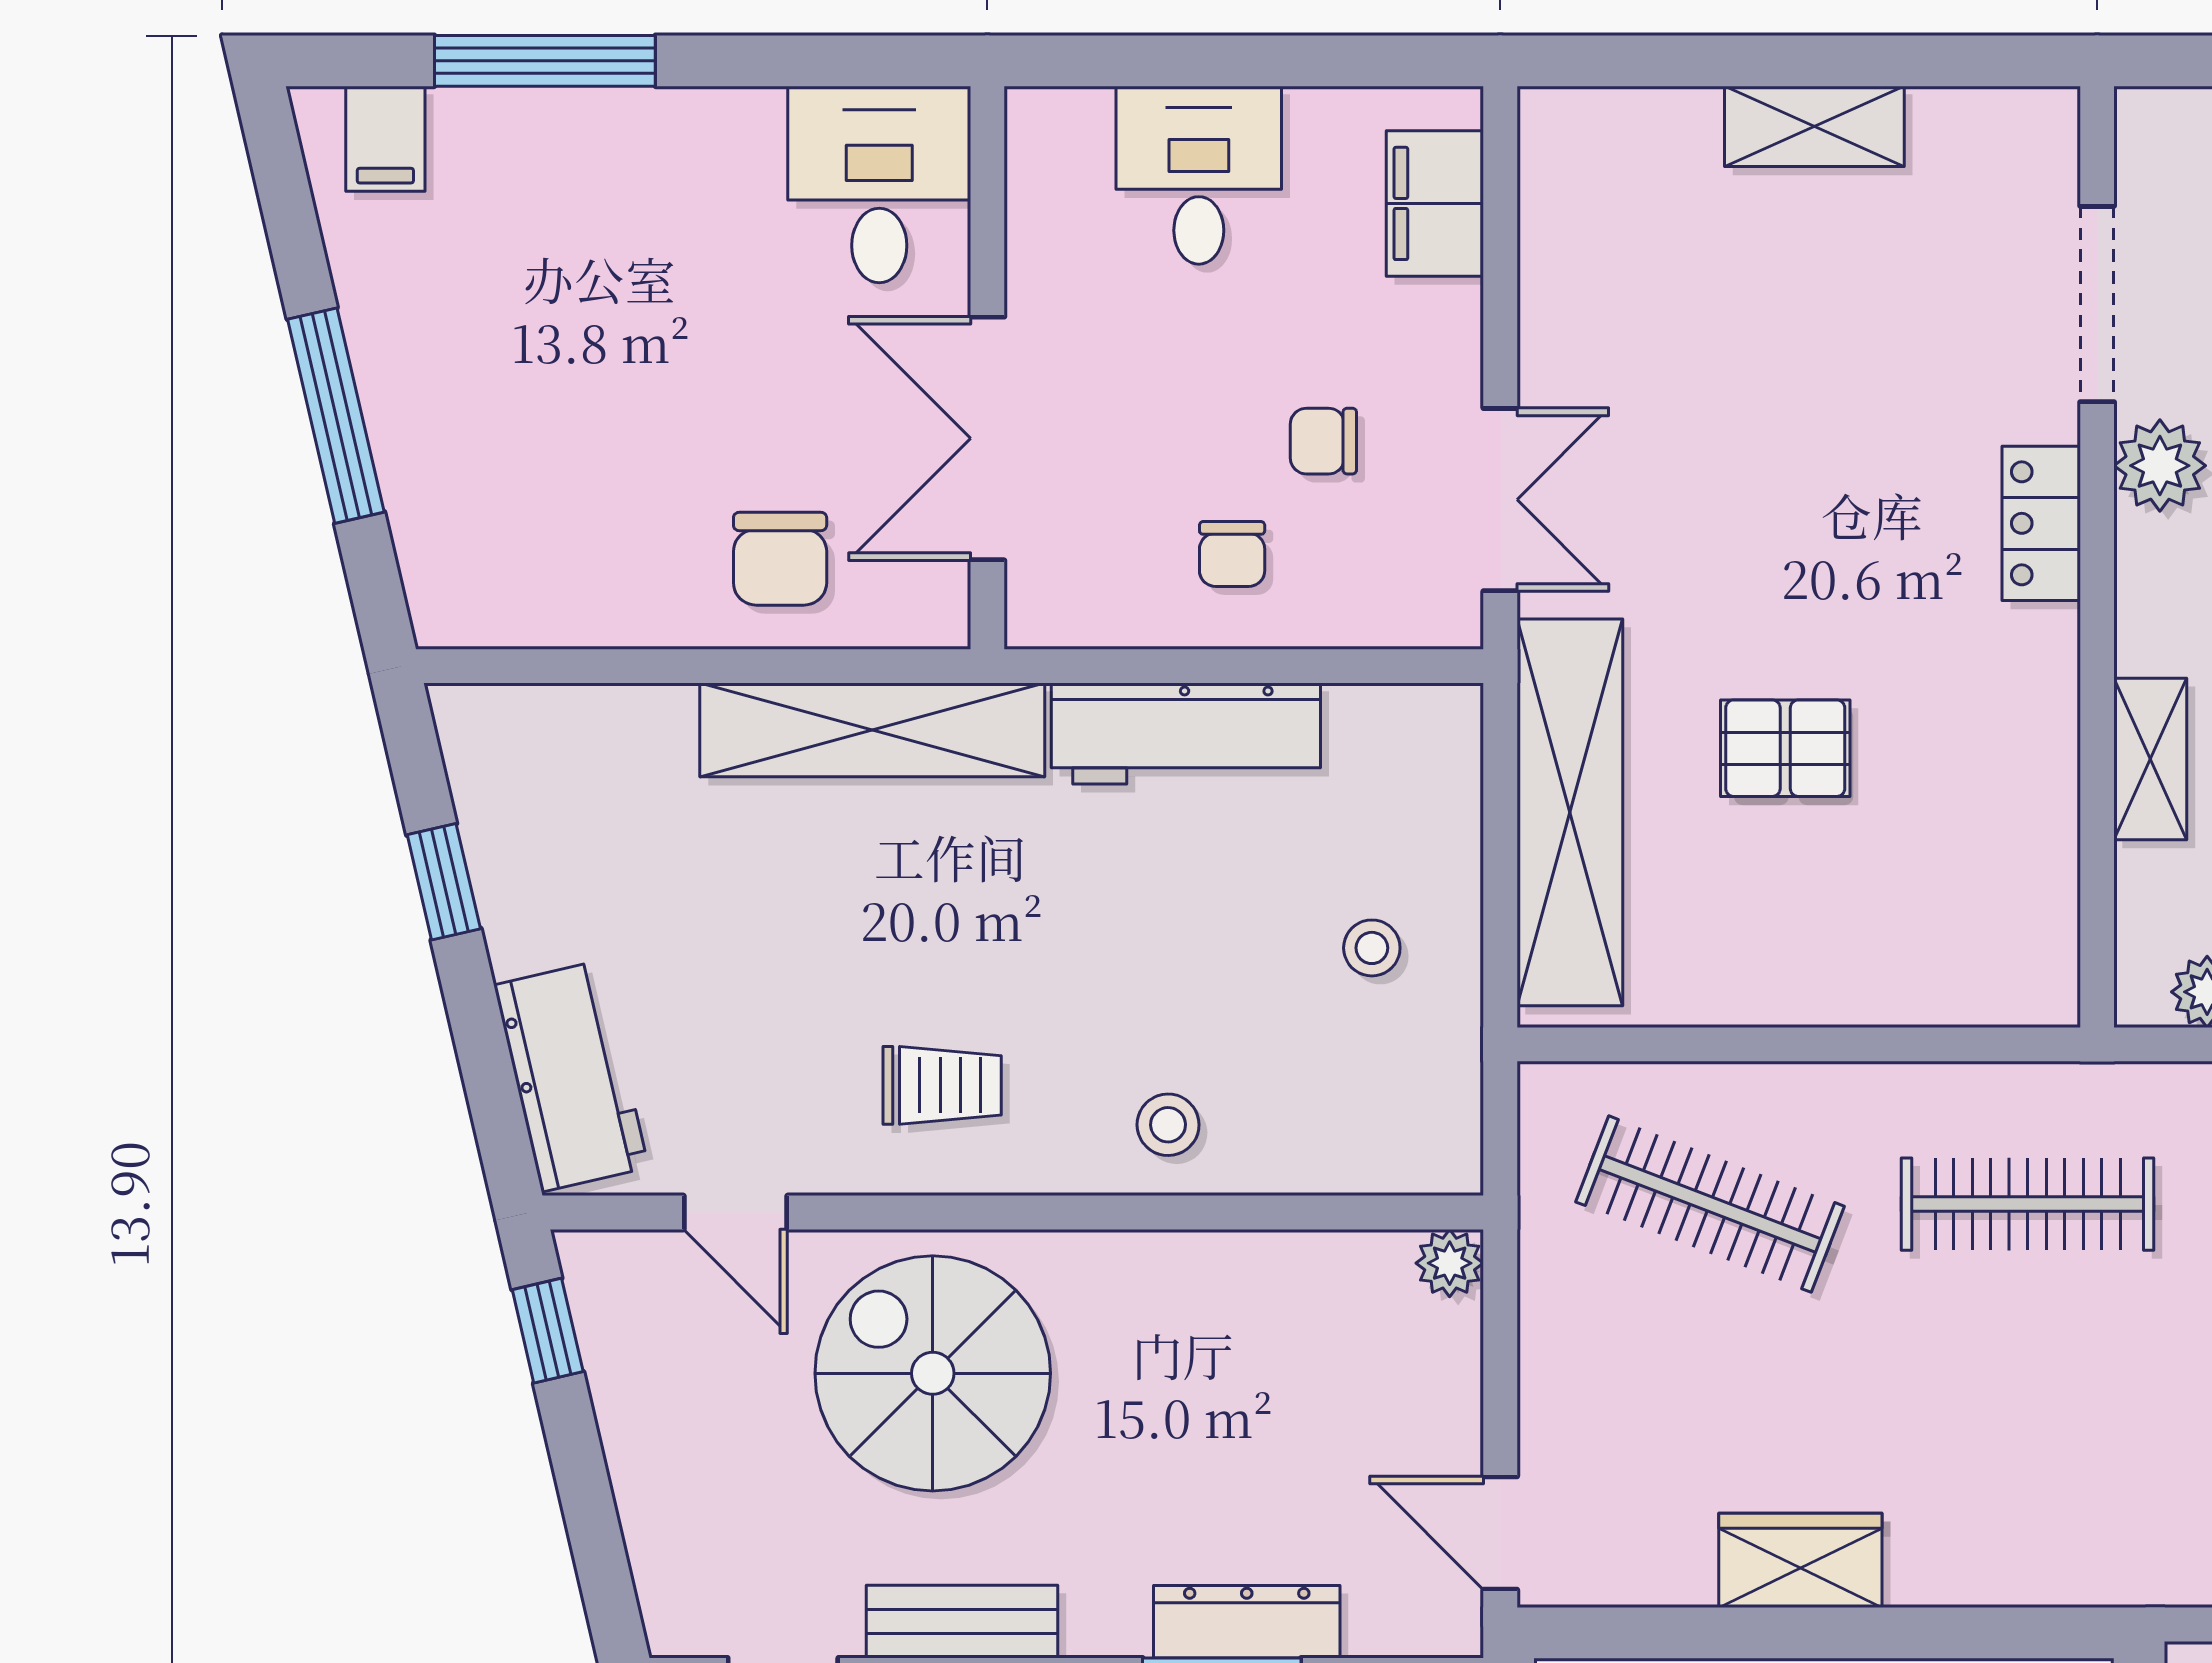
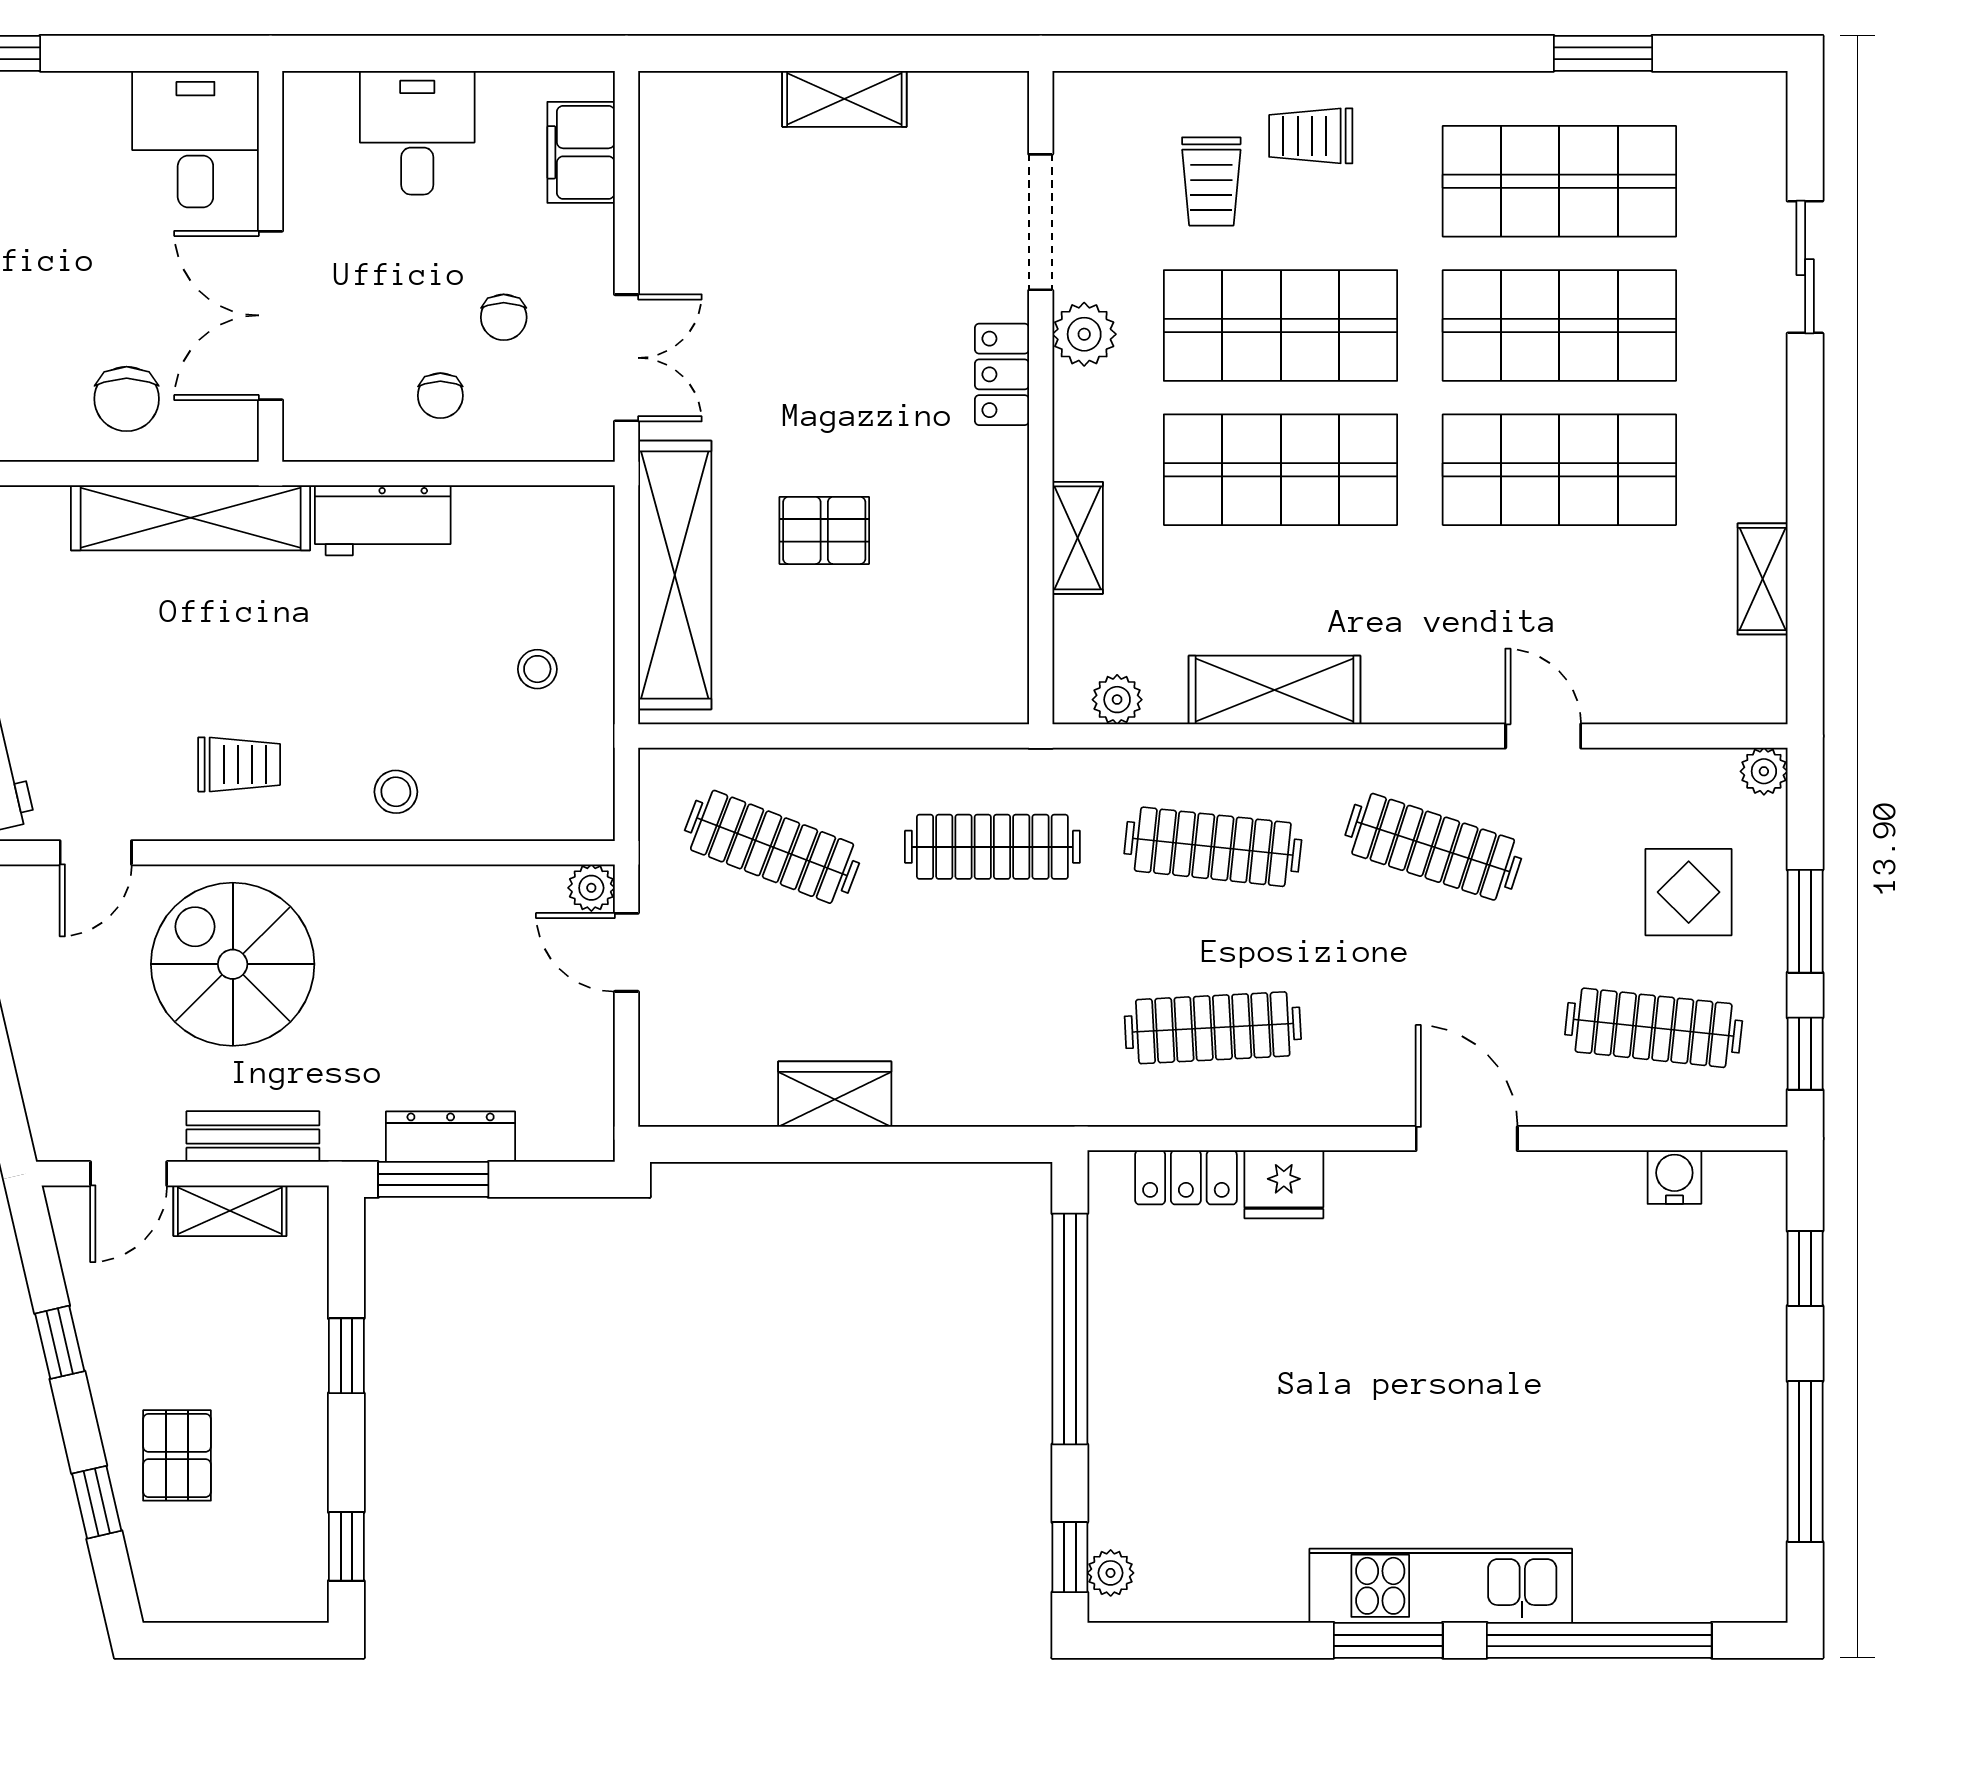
chair: (1323, 441) -> (504, 317), turned -90
workbench: (1186, 733) -> (383, 520), width x0.73
door: (736, 1213) -> (96, 853), hinge flipped
door: (1500, 1533) -> (626, 952), moved

